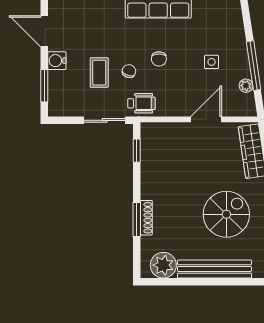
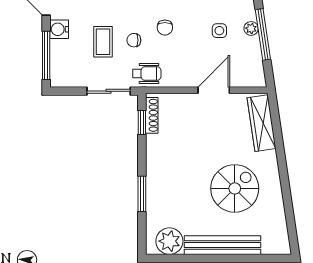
chair: (129, 71) -> (134, 40), turned -109
window: (44, 86) -> (46, 55), width x1.44
plant: (246, 86) -> (251, 28), moved
shoe rack: (146, 218) -> (152, 115), moved

